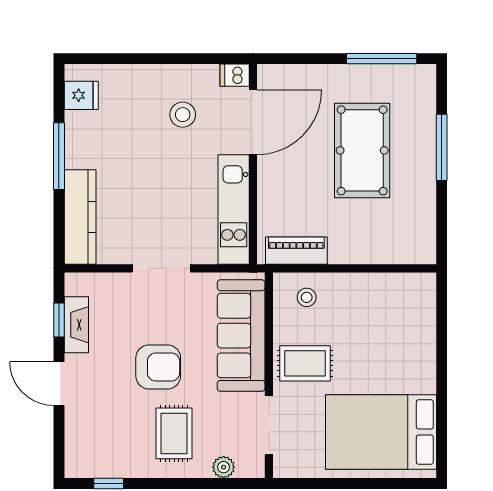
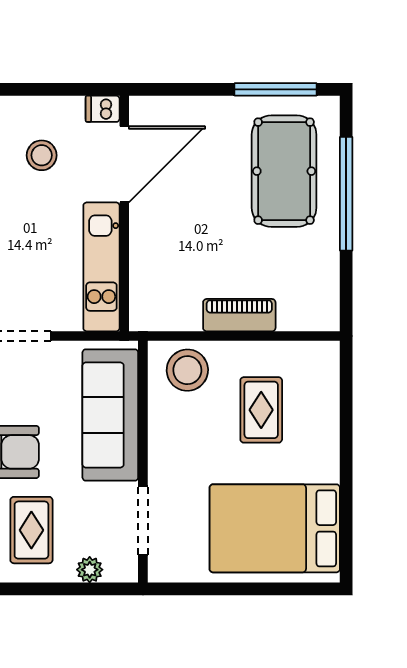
window: (442, 147) -> (346, 194), width x1.46
pool table: (362, 150) -> (284, 171), moved
piano: (296, 251) -> (239, 315), moved
stool: (307, 297) -> (187, 370), width x1.89, depth x1.89
rug: (305, 363) -> (261, 410), moved, turned 90

